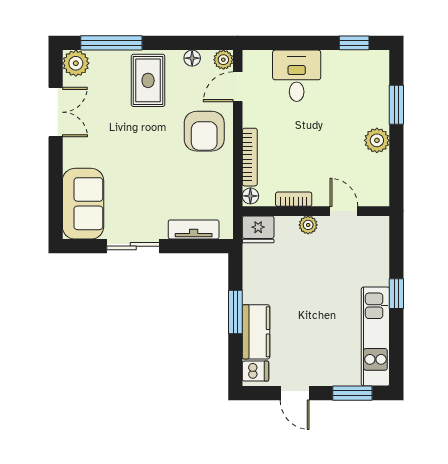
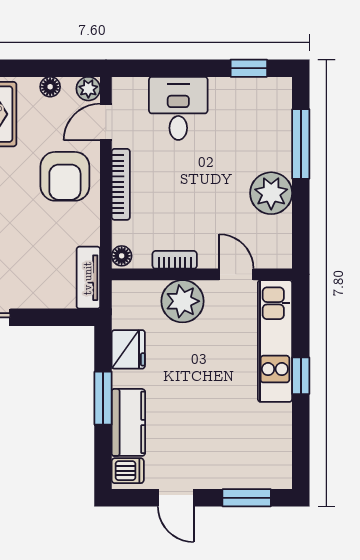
window: (396, 105) -> (301, 144), width x1.44
plant: (377, 140) -> (271, 193), width x1.36, depth x1.36
bookcase: (250, 157) -> (121, 184), moved
plant: (308, 225) -> (183, 301), width x1.87, depth x1.87
tv unit: (194, 229) -> (88, 278), moved, turned -90
fridge: (258, 229) -> (128, 349), moved, turned -90
kitchen unit: (375, 337) -> (275, 341), moved

